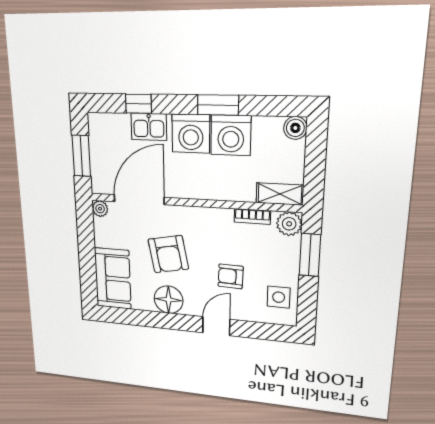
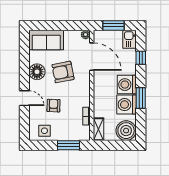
kitchen sink: (149, 127) -> (129, 39), moved
boiler: (295, 128) -> (126, 131), width x1.86, depth x1.86
plant: (289, 224) -> (84, 134), removed

